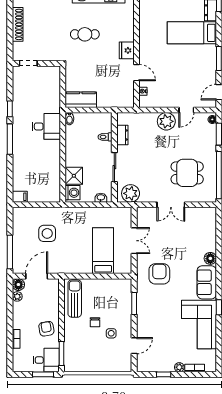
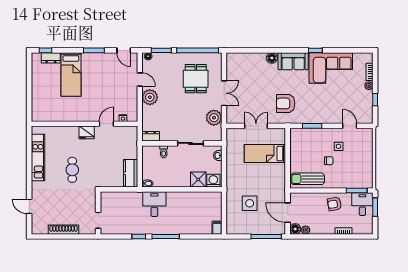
dresser: (122, 135) -> (151, 136), moved
plant: (131, 193) -> (214, 118), moved

